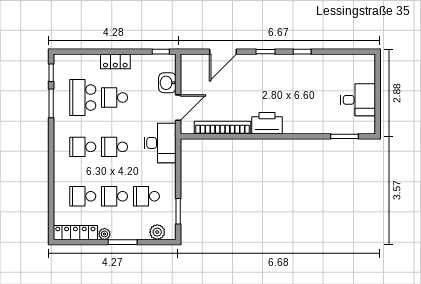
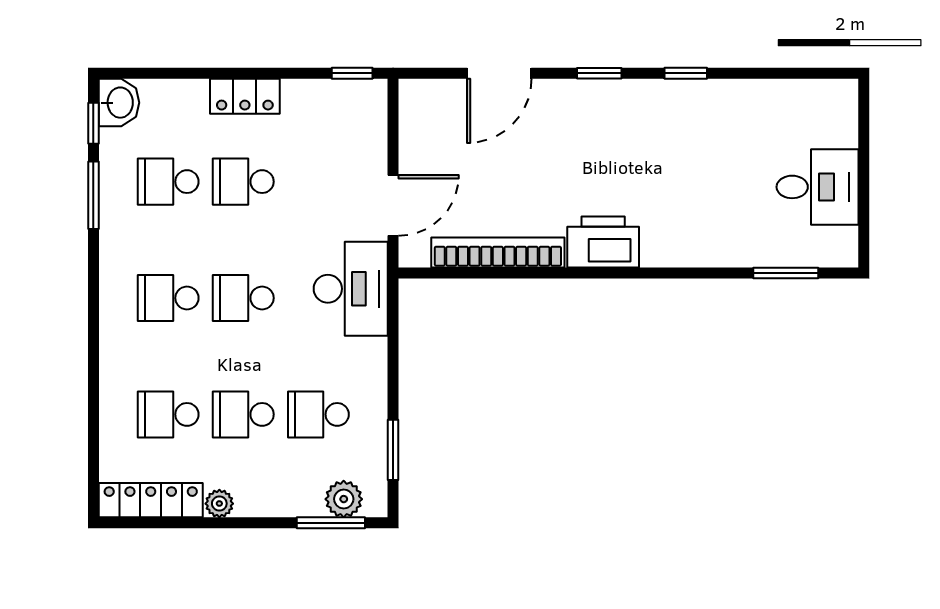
washbasin: (167, 83) -> (119, 103), moved, turned 180
school desk: (83, 98) -> (168, 182), width x0.54
window: (123, 242) -> (331, 523), moved

